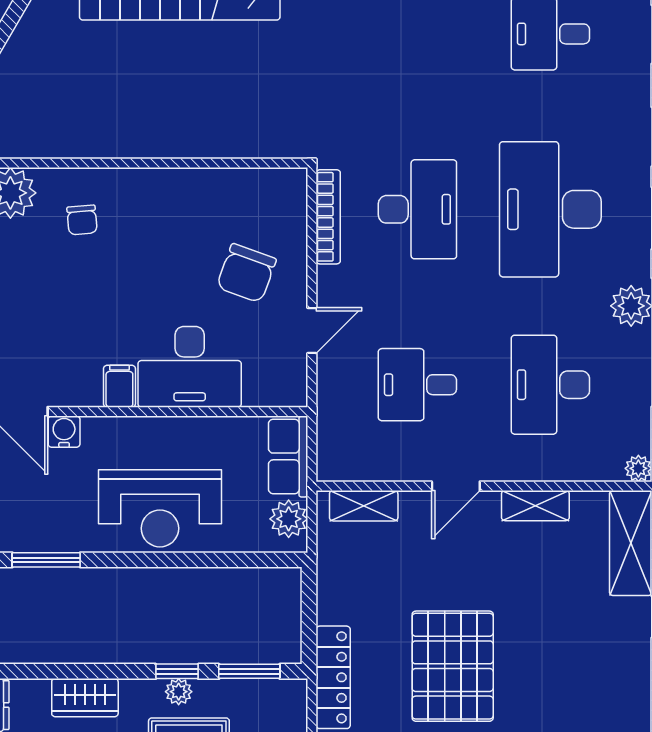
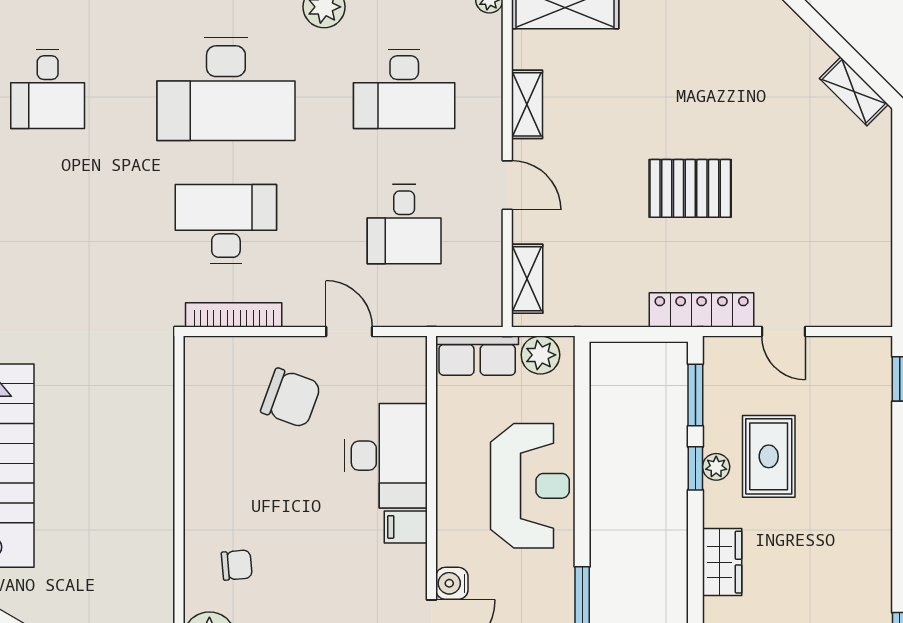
pallet: (453, 666) -> (690, 188), width x0.73, depth x0.71

